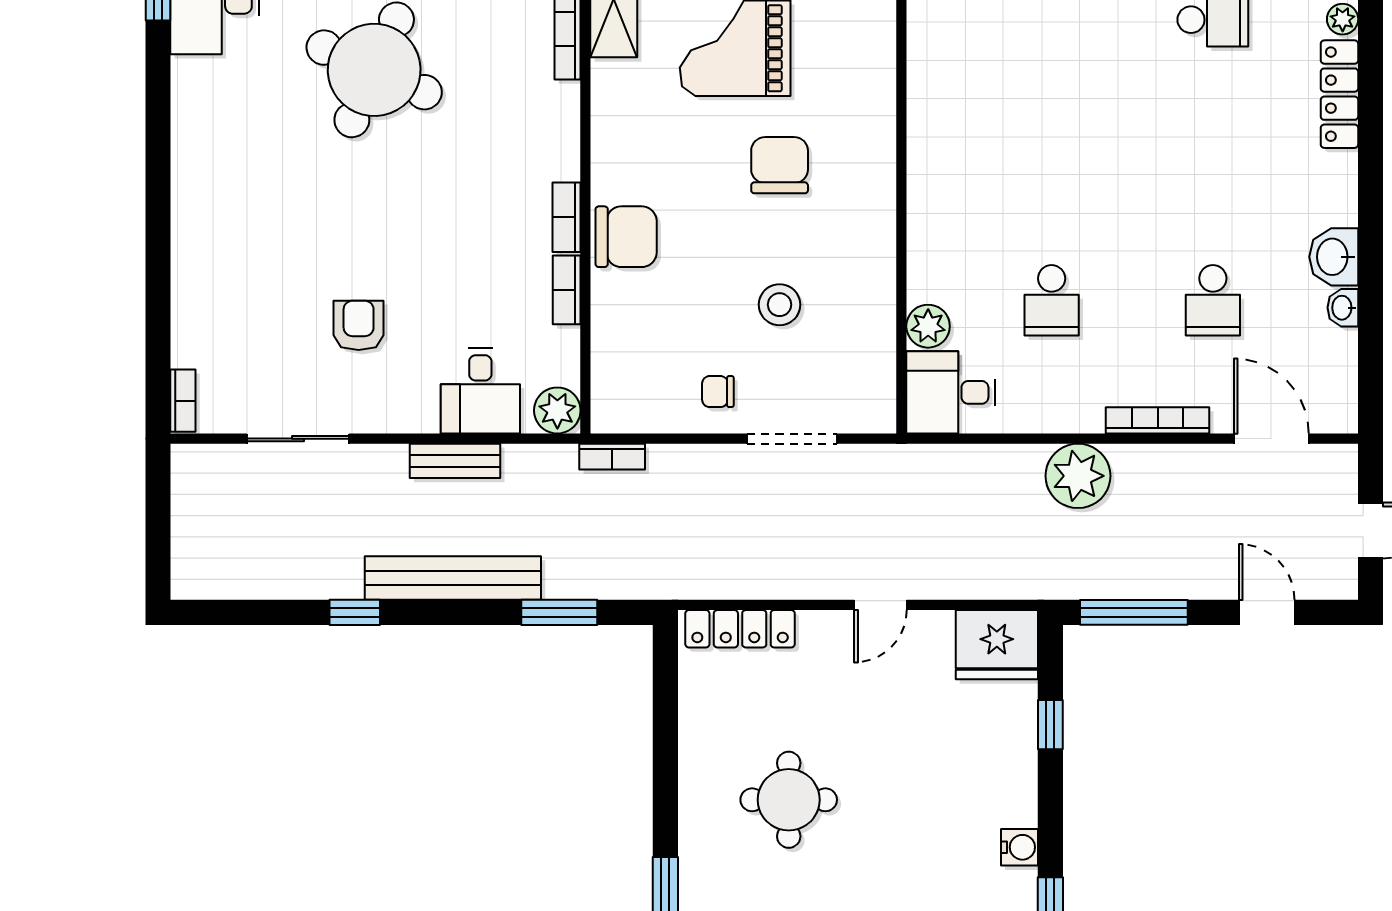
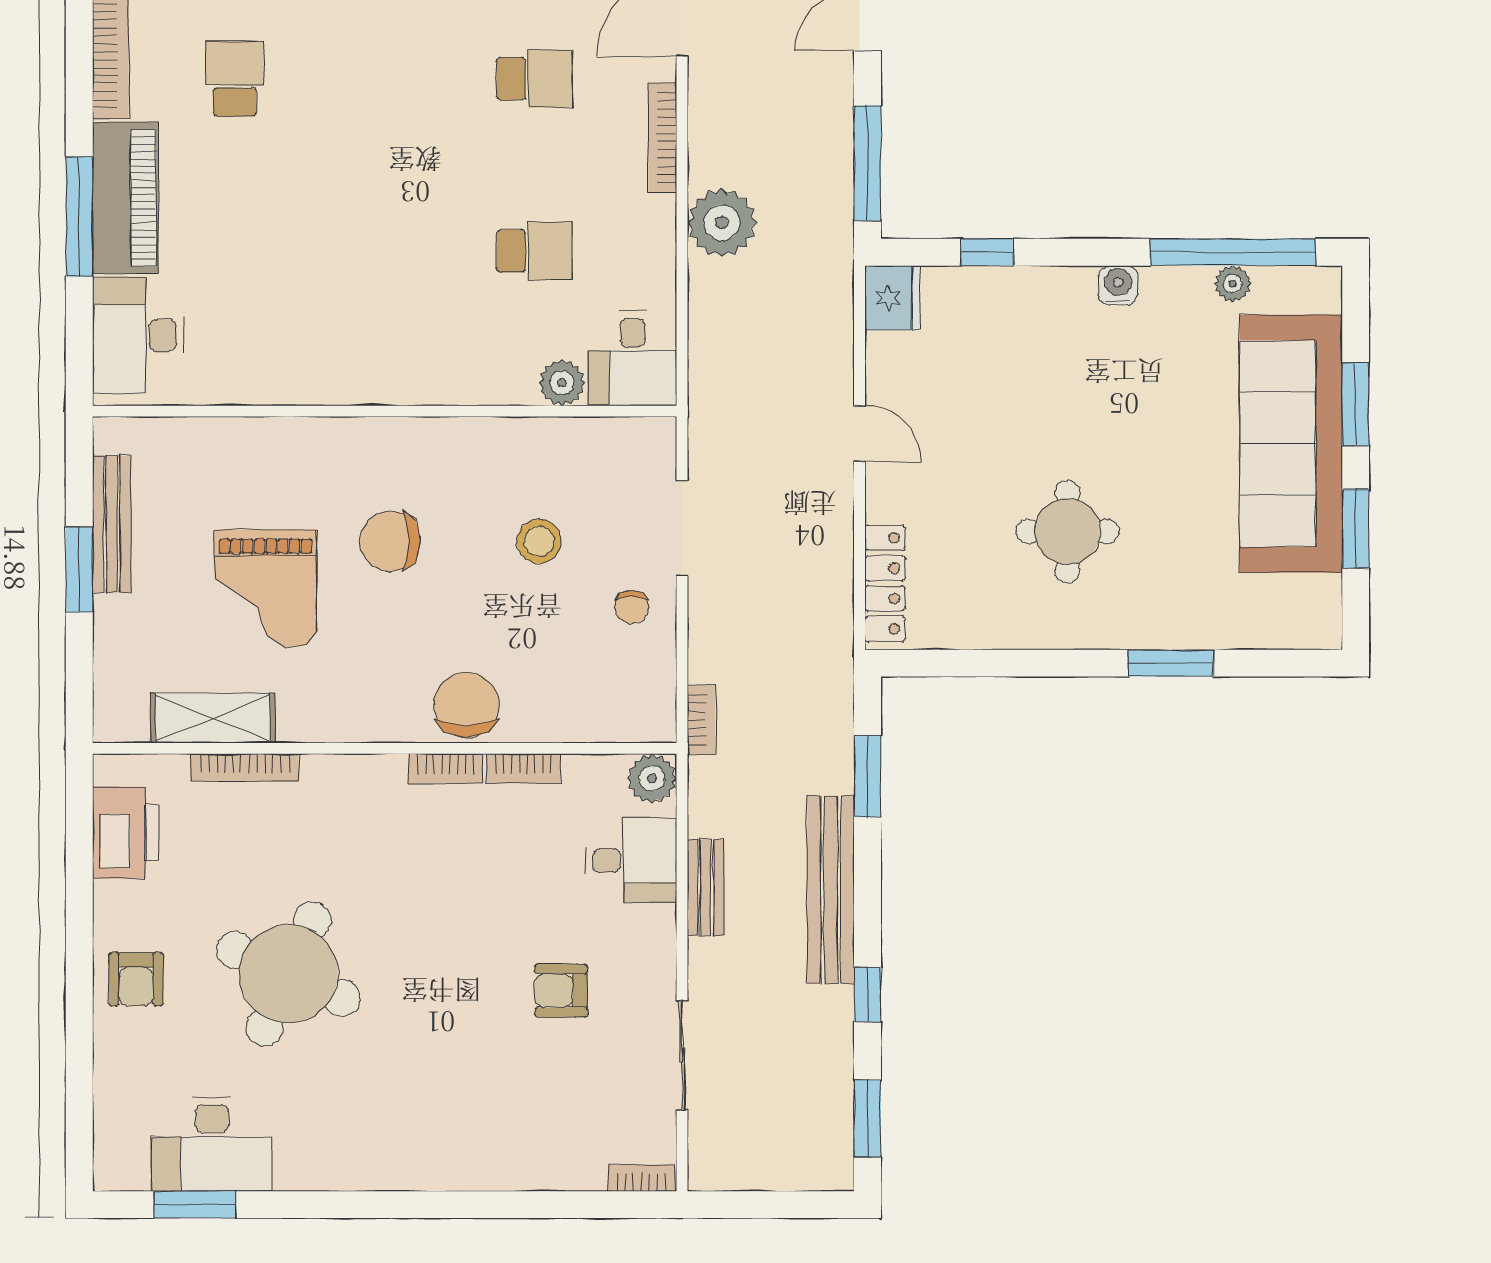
window: (239, 612) -> (867, 1119), added
fridge: (997, 645) -> (892, 298), width x0.73, depth x0.75

